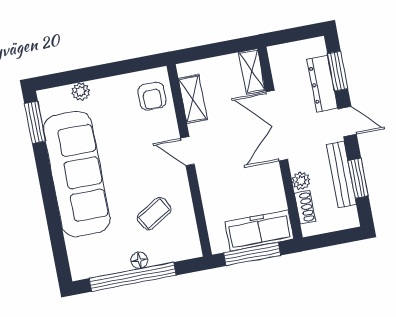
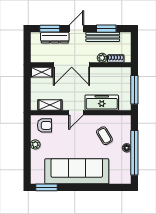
plant: (81, 92) -> (35, 144), moved
freezer: (259, 230) -> (102, 103), moved, turned 90

